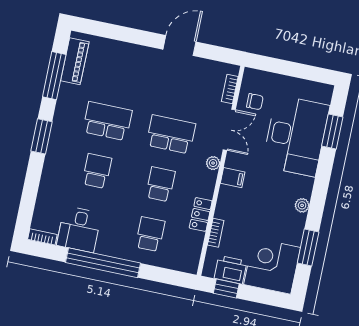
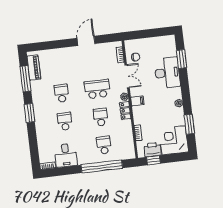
school desk: (107, 121) -> (61, 93), width x0.54
desk: (296, 136) -> (167, 73), width x0.73, depth x0.77
locker: (201, 214) -> (125, 111), moved
window: (103, 263) -> (102, 166), moved

